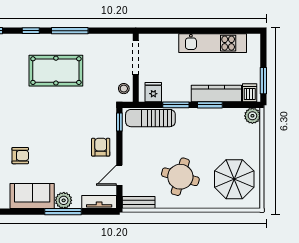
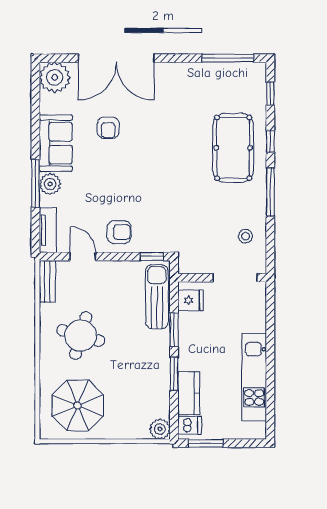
pool table: (56, 71) -> (233, 148), moved
stool: (124, 89) -> (245, 236), moved
kitchen counter: (216, 94) -> (189, 393), width x0.67

